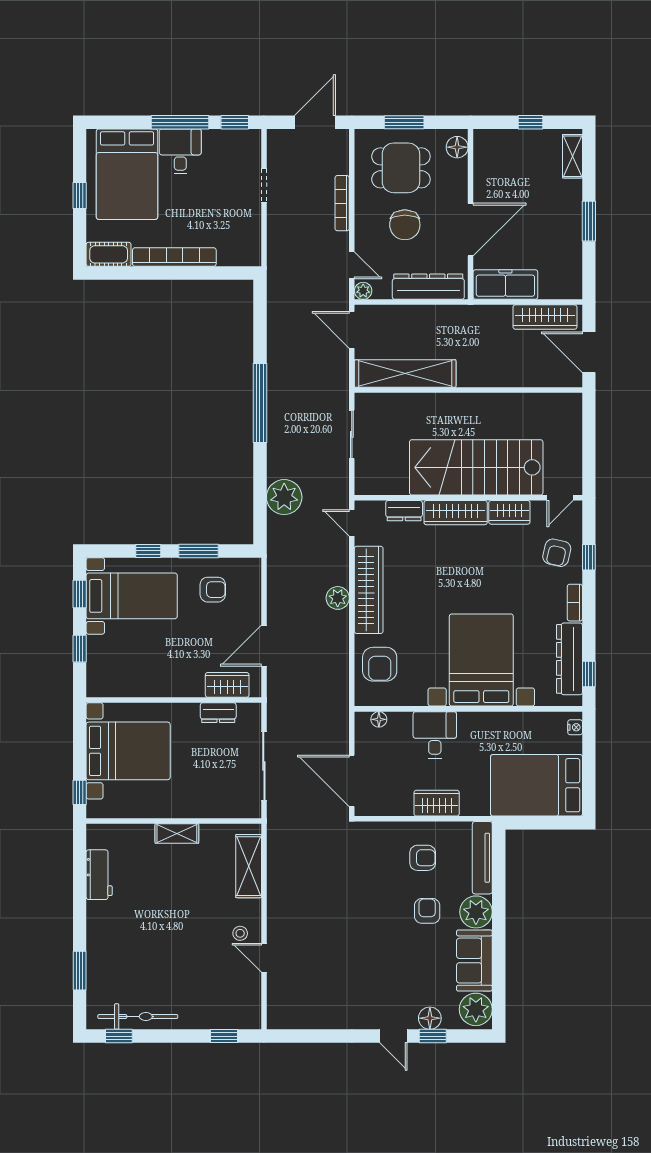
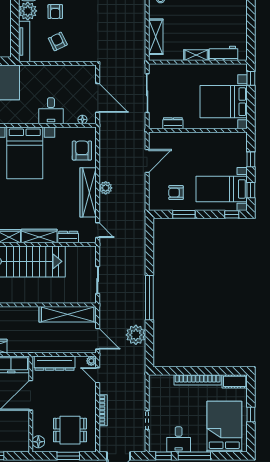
desk: (180, 151) -> (179, 439), moved
chair: (405, 225) -> (68, 398), removed
plant: (284, 497) -> (136, 335), moved
window: (148, 551) -> (232, 214), moved
wardrobe: (227, 685) -> (168, 139), removed
door: (352, 781) -> (98, 98), moved
wardrobe: (437, 803) -> (50, 72), removed
armchair: (423, 858) -> (58, 41), turned 64
workbench: (99, 875) -> (224, 53), moved, turned 90

